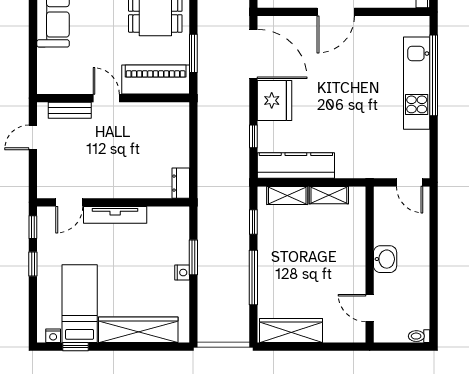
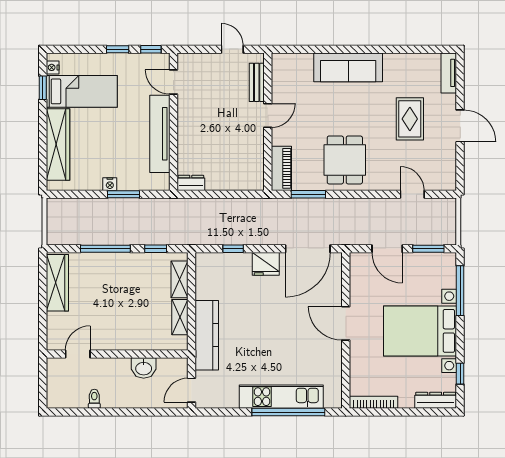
piano: (156, 79) -> (281, 168), width x0.73, depth x0.75
fridge: (274, 100) -> (266, 264), width x0.73, depth x0.75
kitchen counter: (296, 165) -> (207, 335), moved
tv unit: (115, 215) -> (160, 134), width x1.36, depth x1.29
washbasin: (385, 259) -> (144, 368), moved
toilet: (419, 336) -> (94, 399), moved

